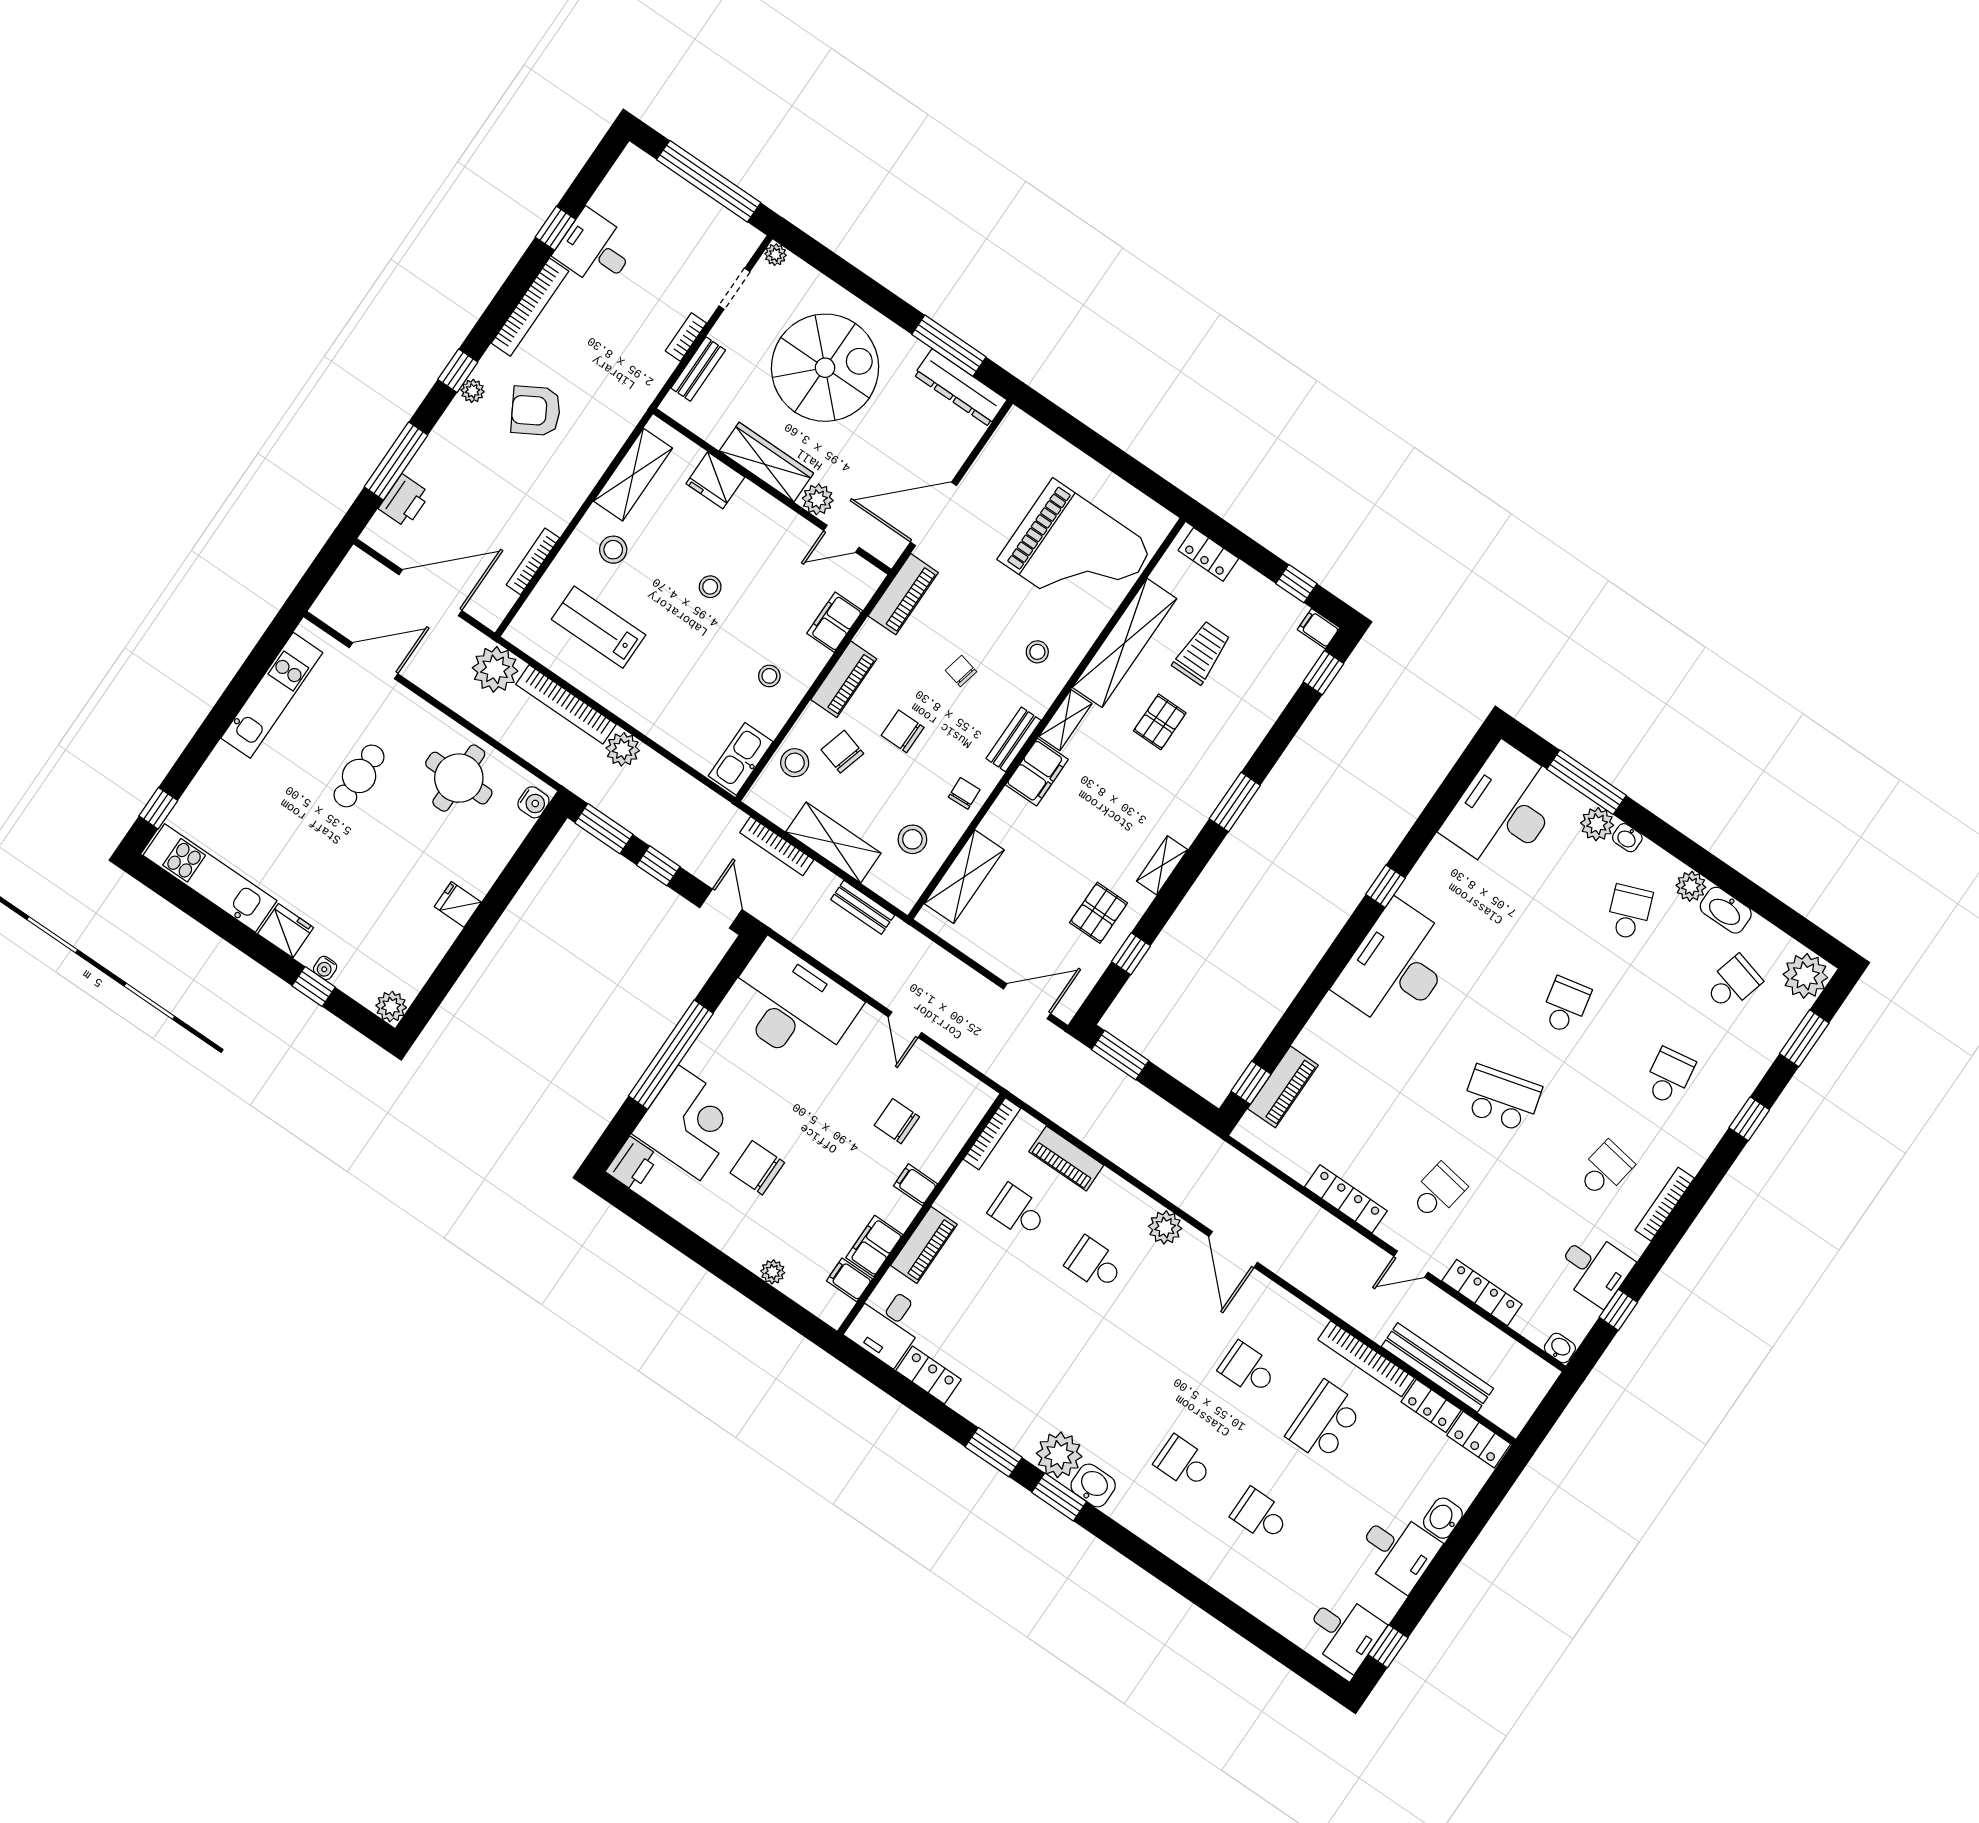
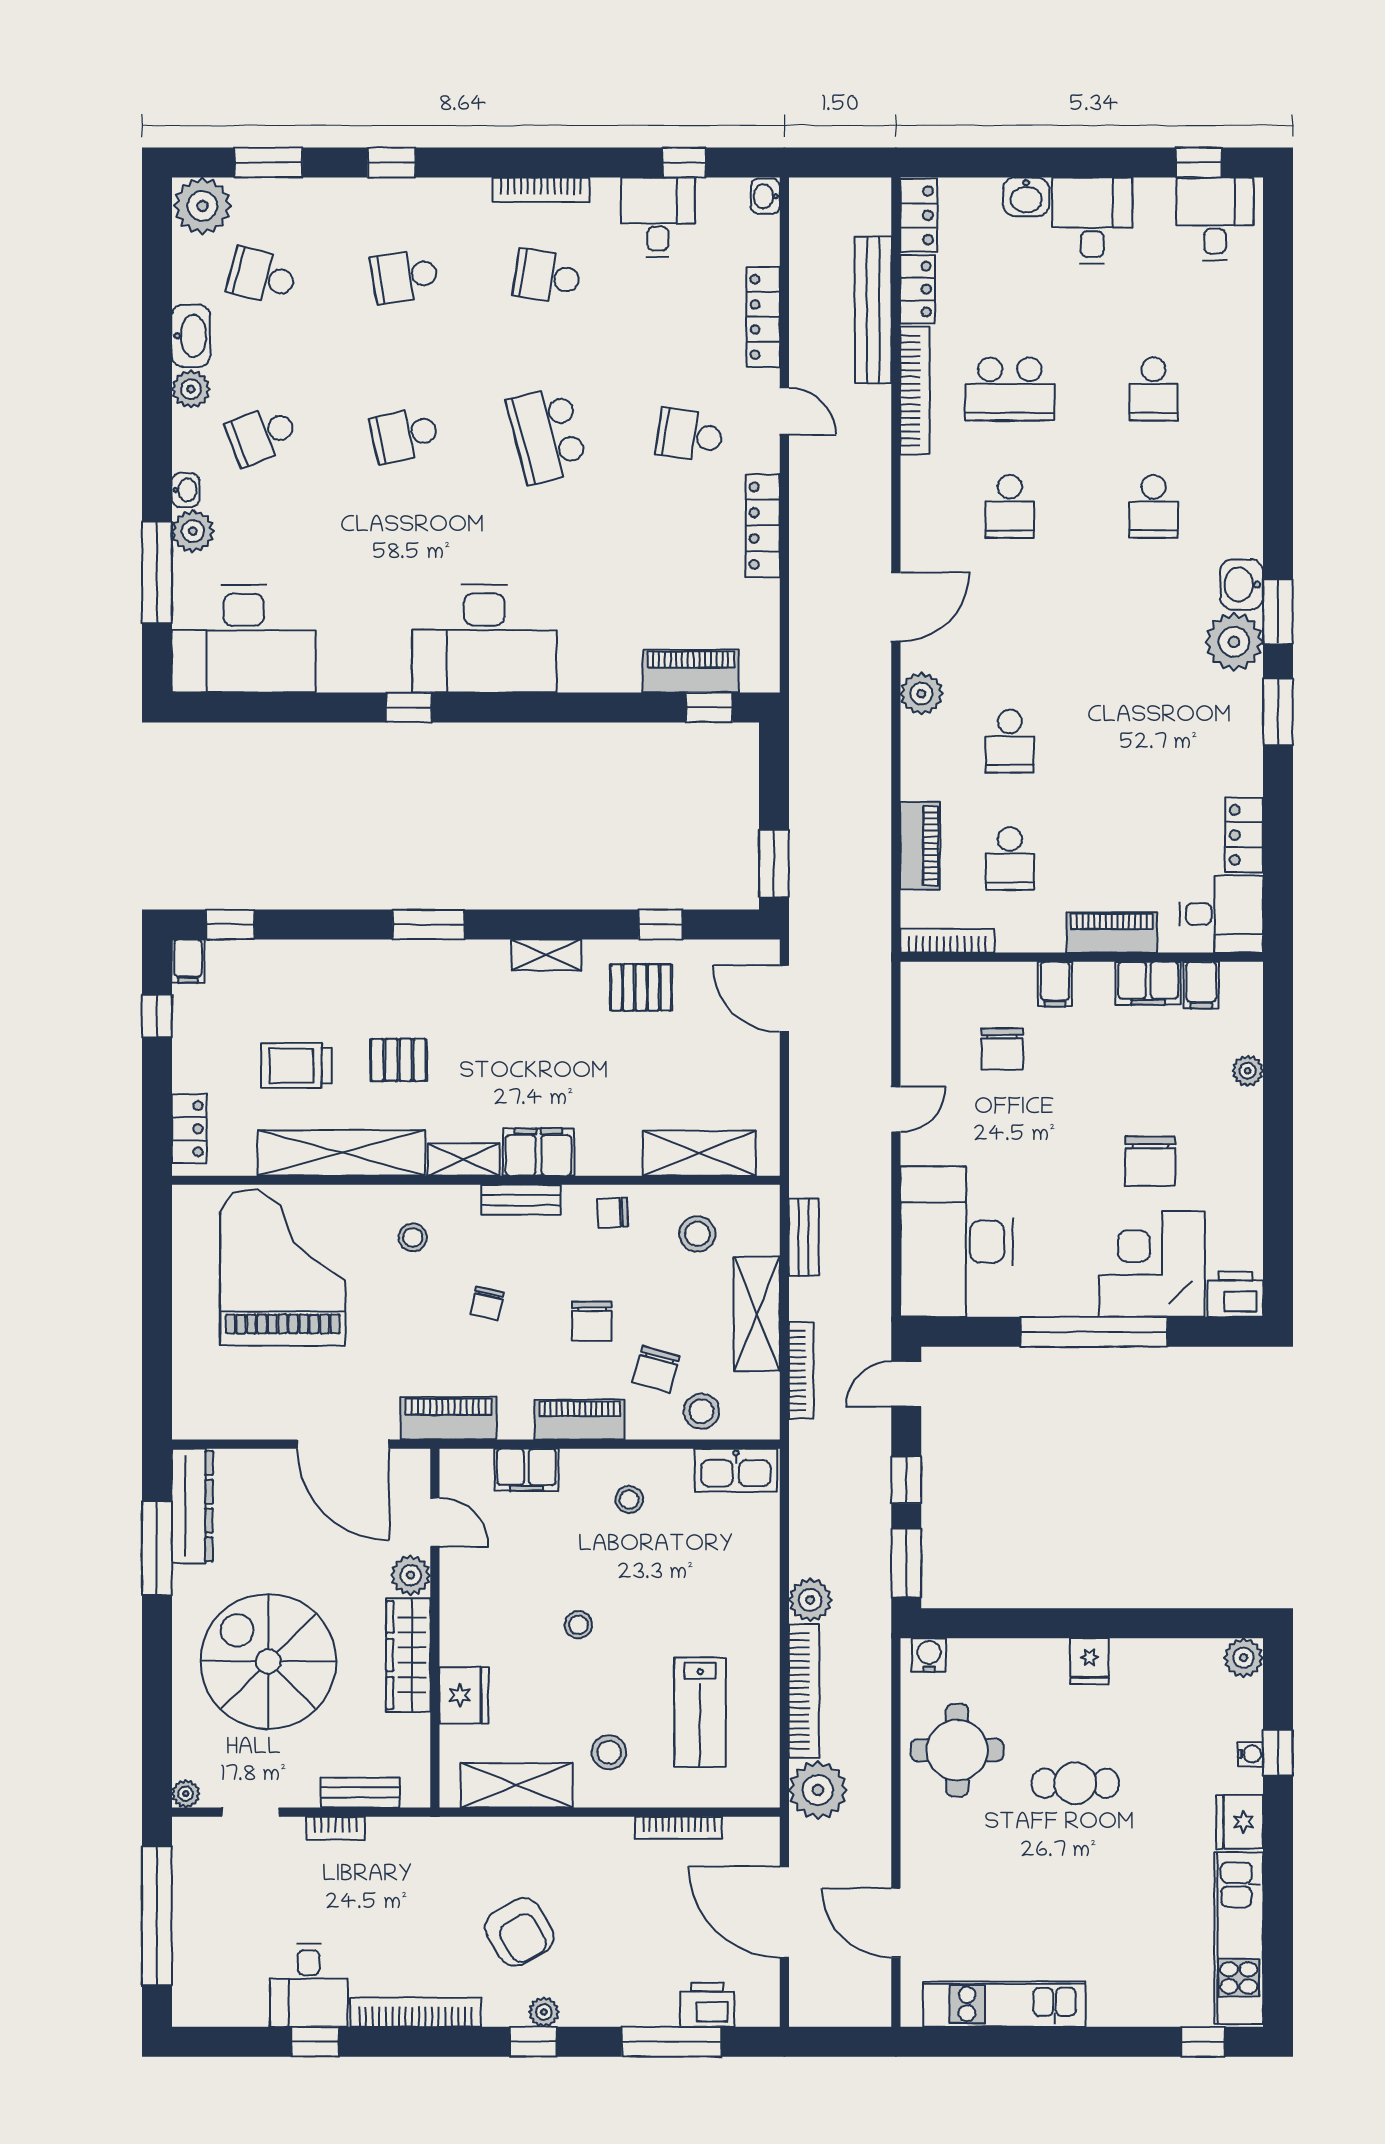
cafe table: (359, 776) -> (1075, 1783), moved

